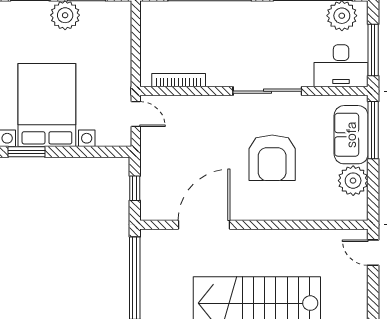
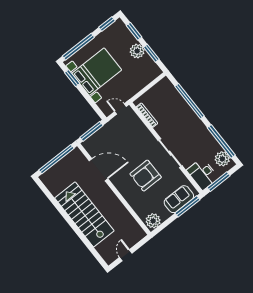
door: (136, 114) -> (120, 109), swing flipped
plant: (353, 181) -> (153, 221), moved
window: (135, 188) -> (91, 131), width x2.17
door: (373, 253) -> (126, 255), moved

